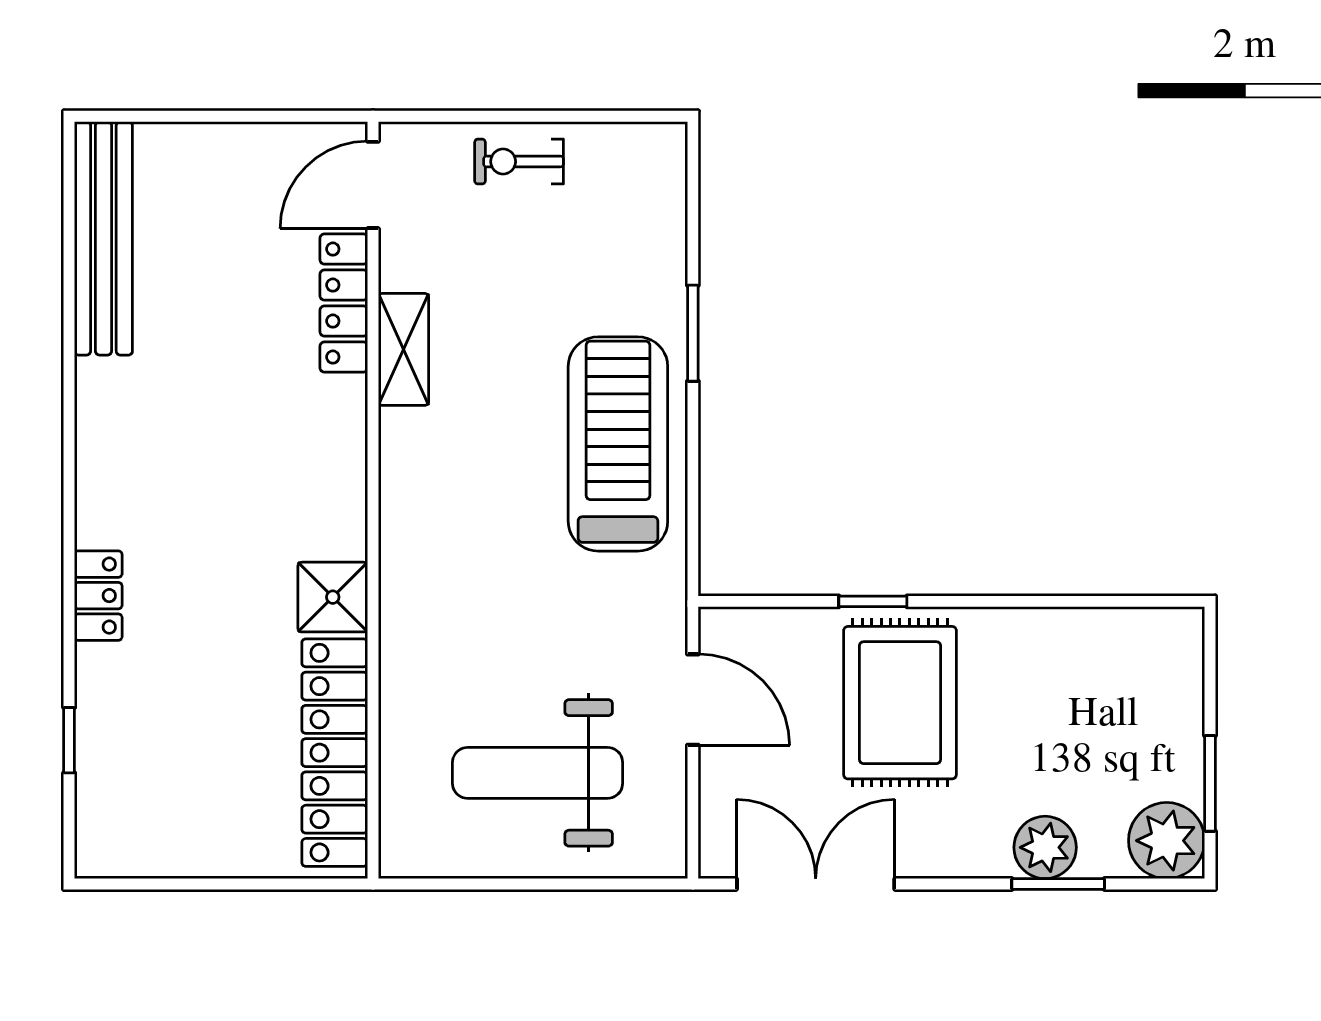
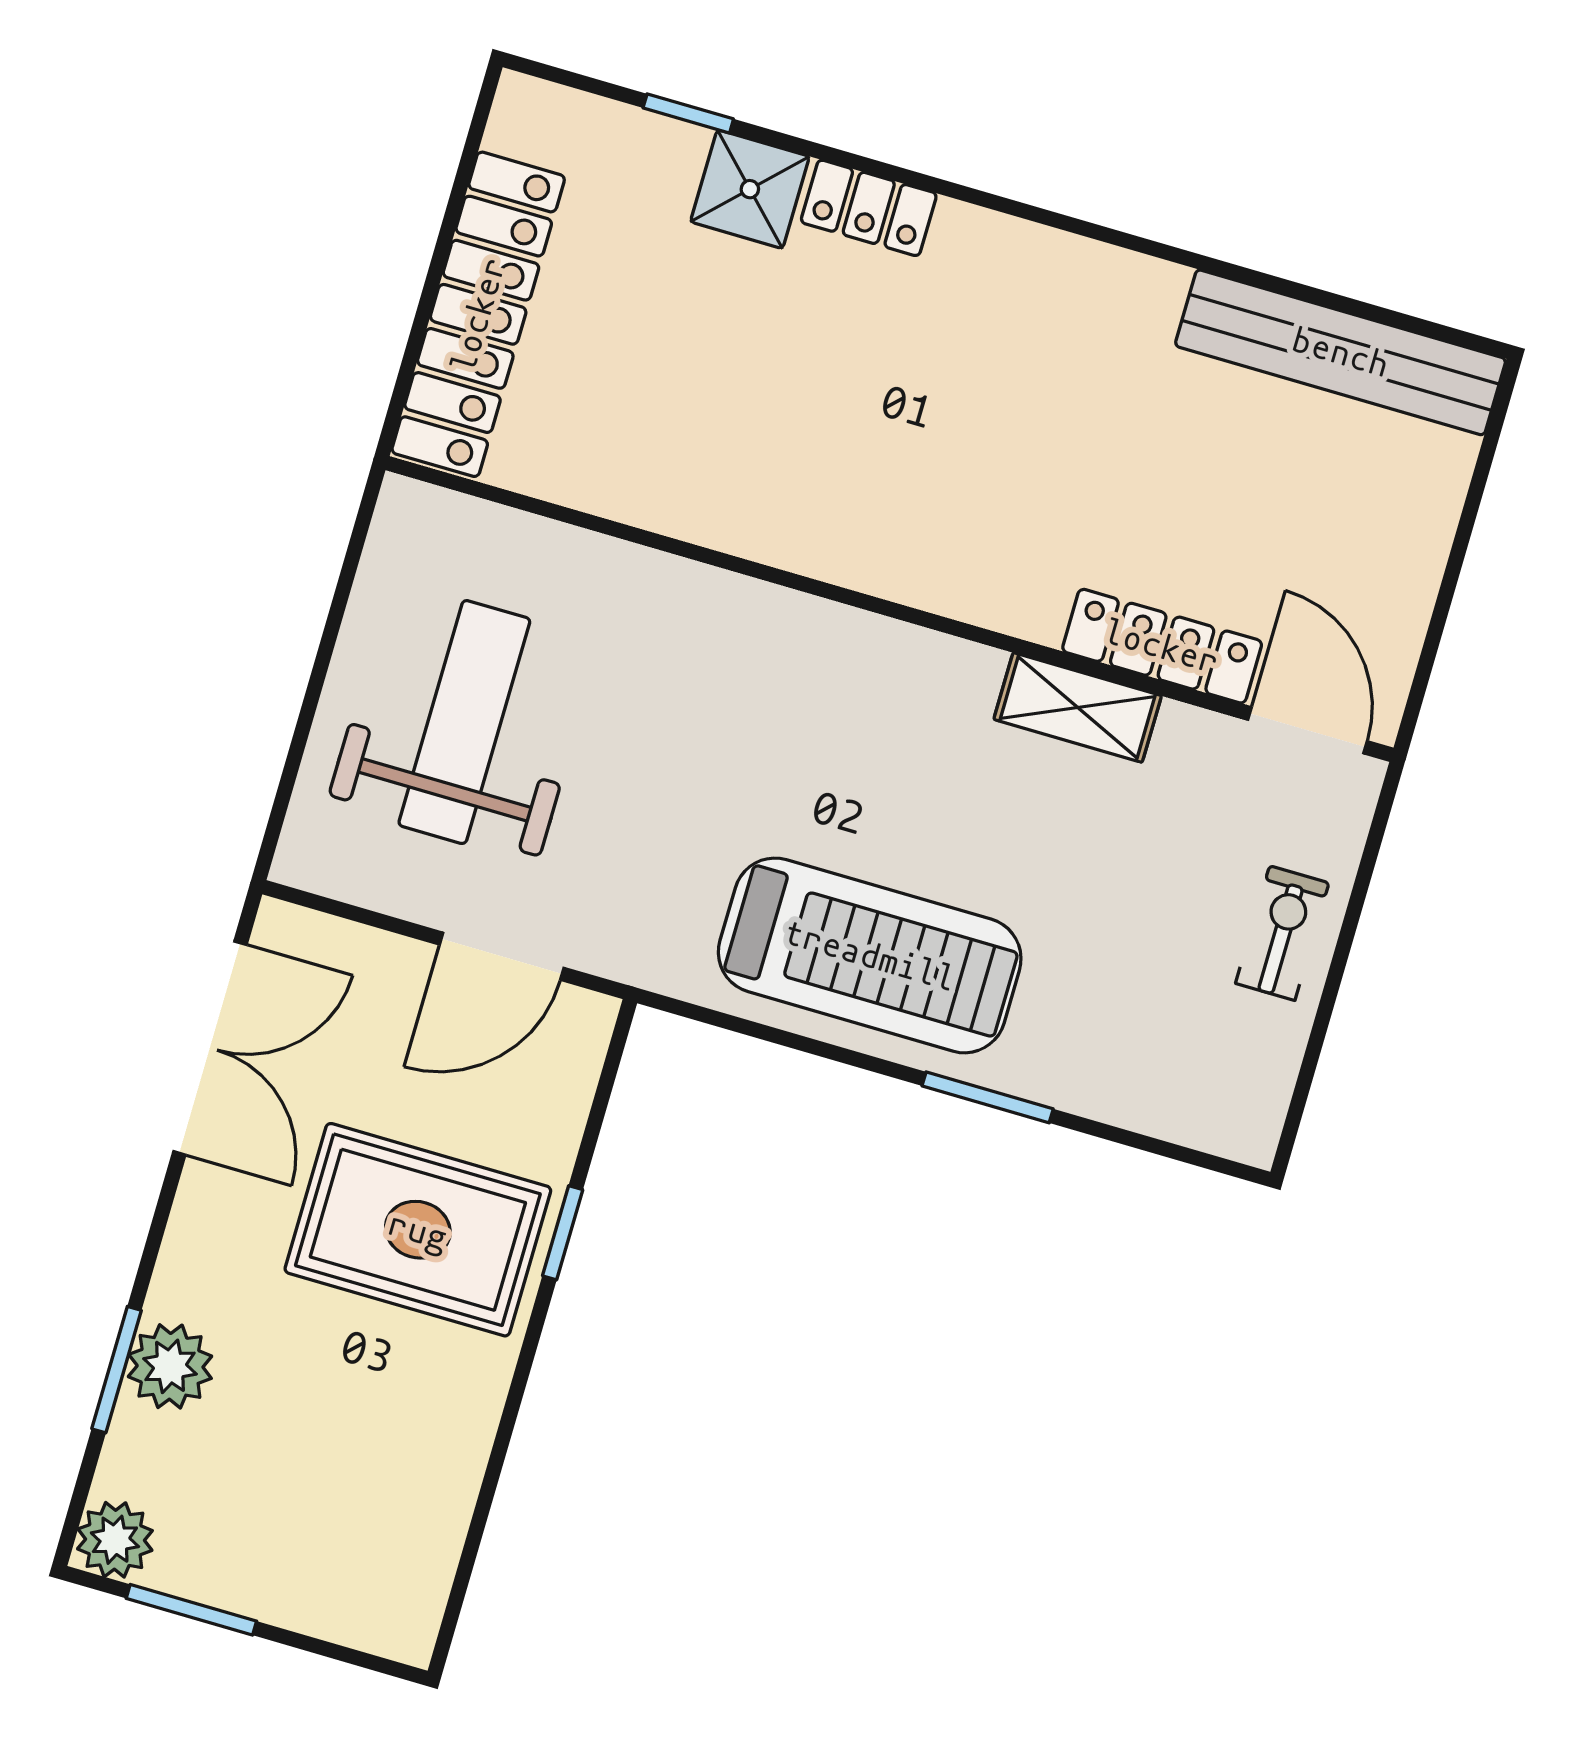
shower: (333, 597) -> (750, 189), moved
locker: (335, 753) -> (478, 314), moved, turned 90
plant: (1167, 841) -> (115, 1540), width x0.73, depth x0.73

